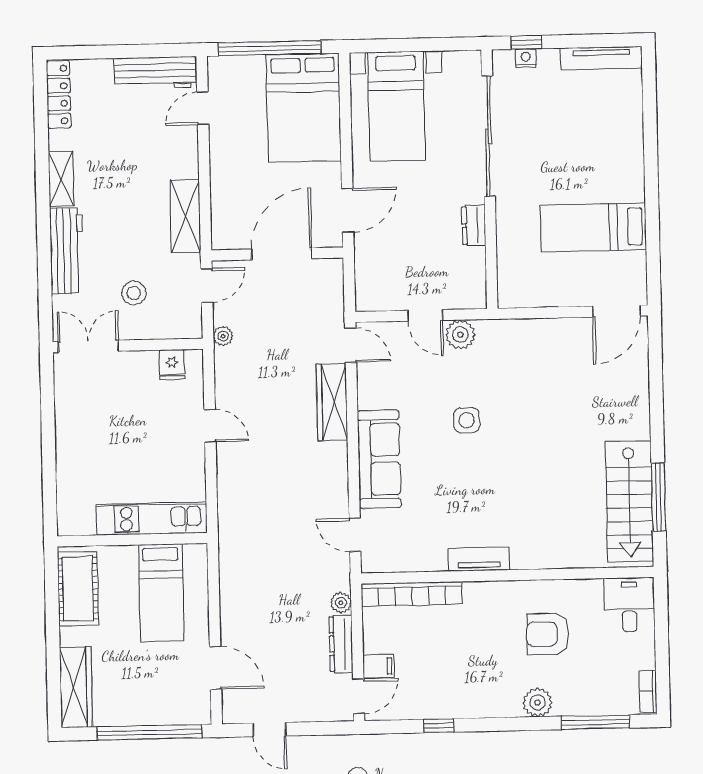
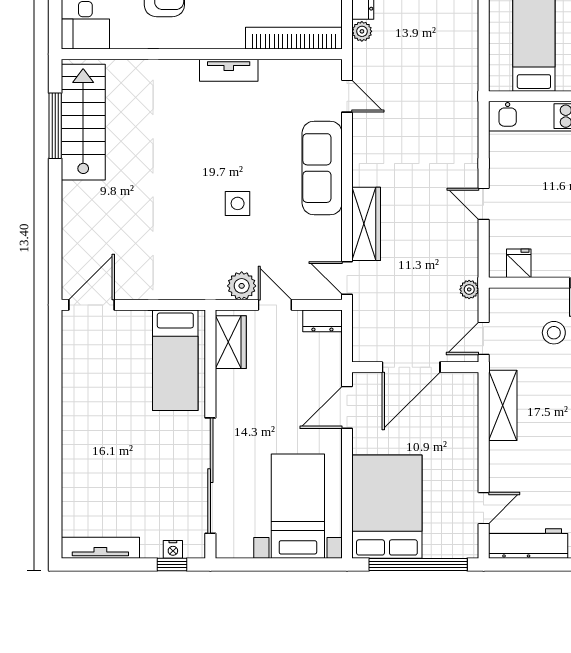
dresser: (474, 225) -> (322, 321), moved, turned 90
bed: (593, 227) -> (175, 360), moved, turned 90
wardrobe: (470, 276) -> (231, 342), added

